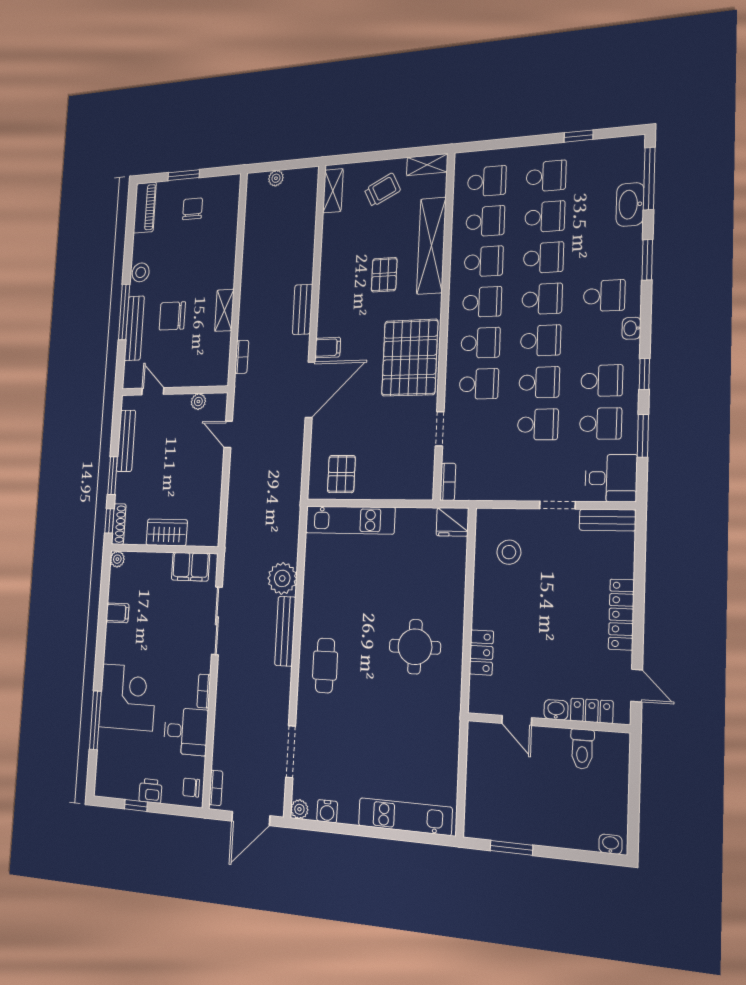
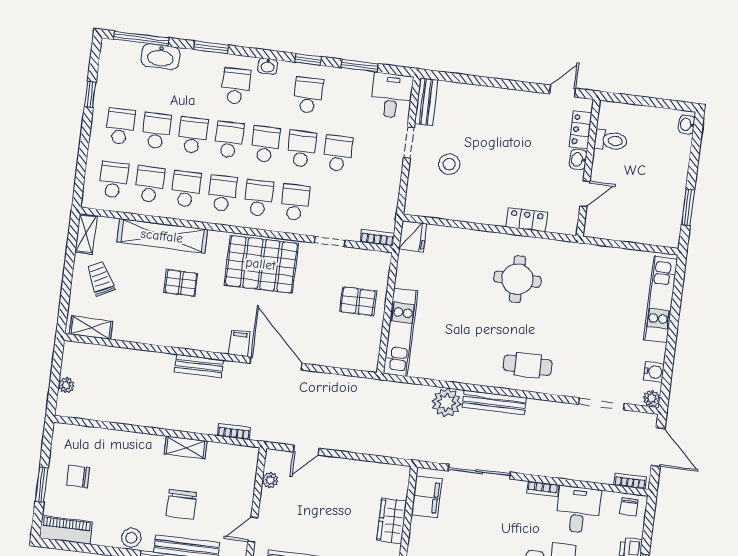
school desk: (601, 424) -> (345, 100), removed
pallet: (341, 474) -> (358, 301), moved
stool: (509, 552) -> (449, 164), moved
locker: (621, 615) -> (505, 98), removed

